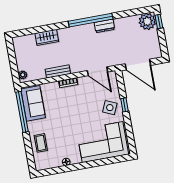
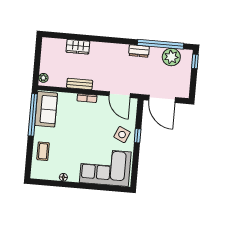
window: (91, 20) -> (160, 44), moved
plant: (147, 21) -> (171, 57), moved

